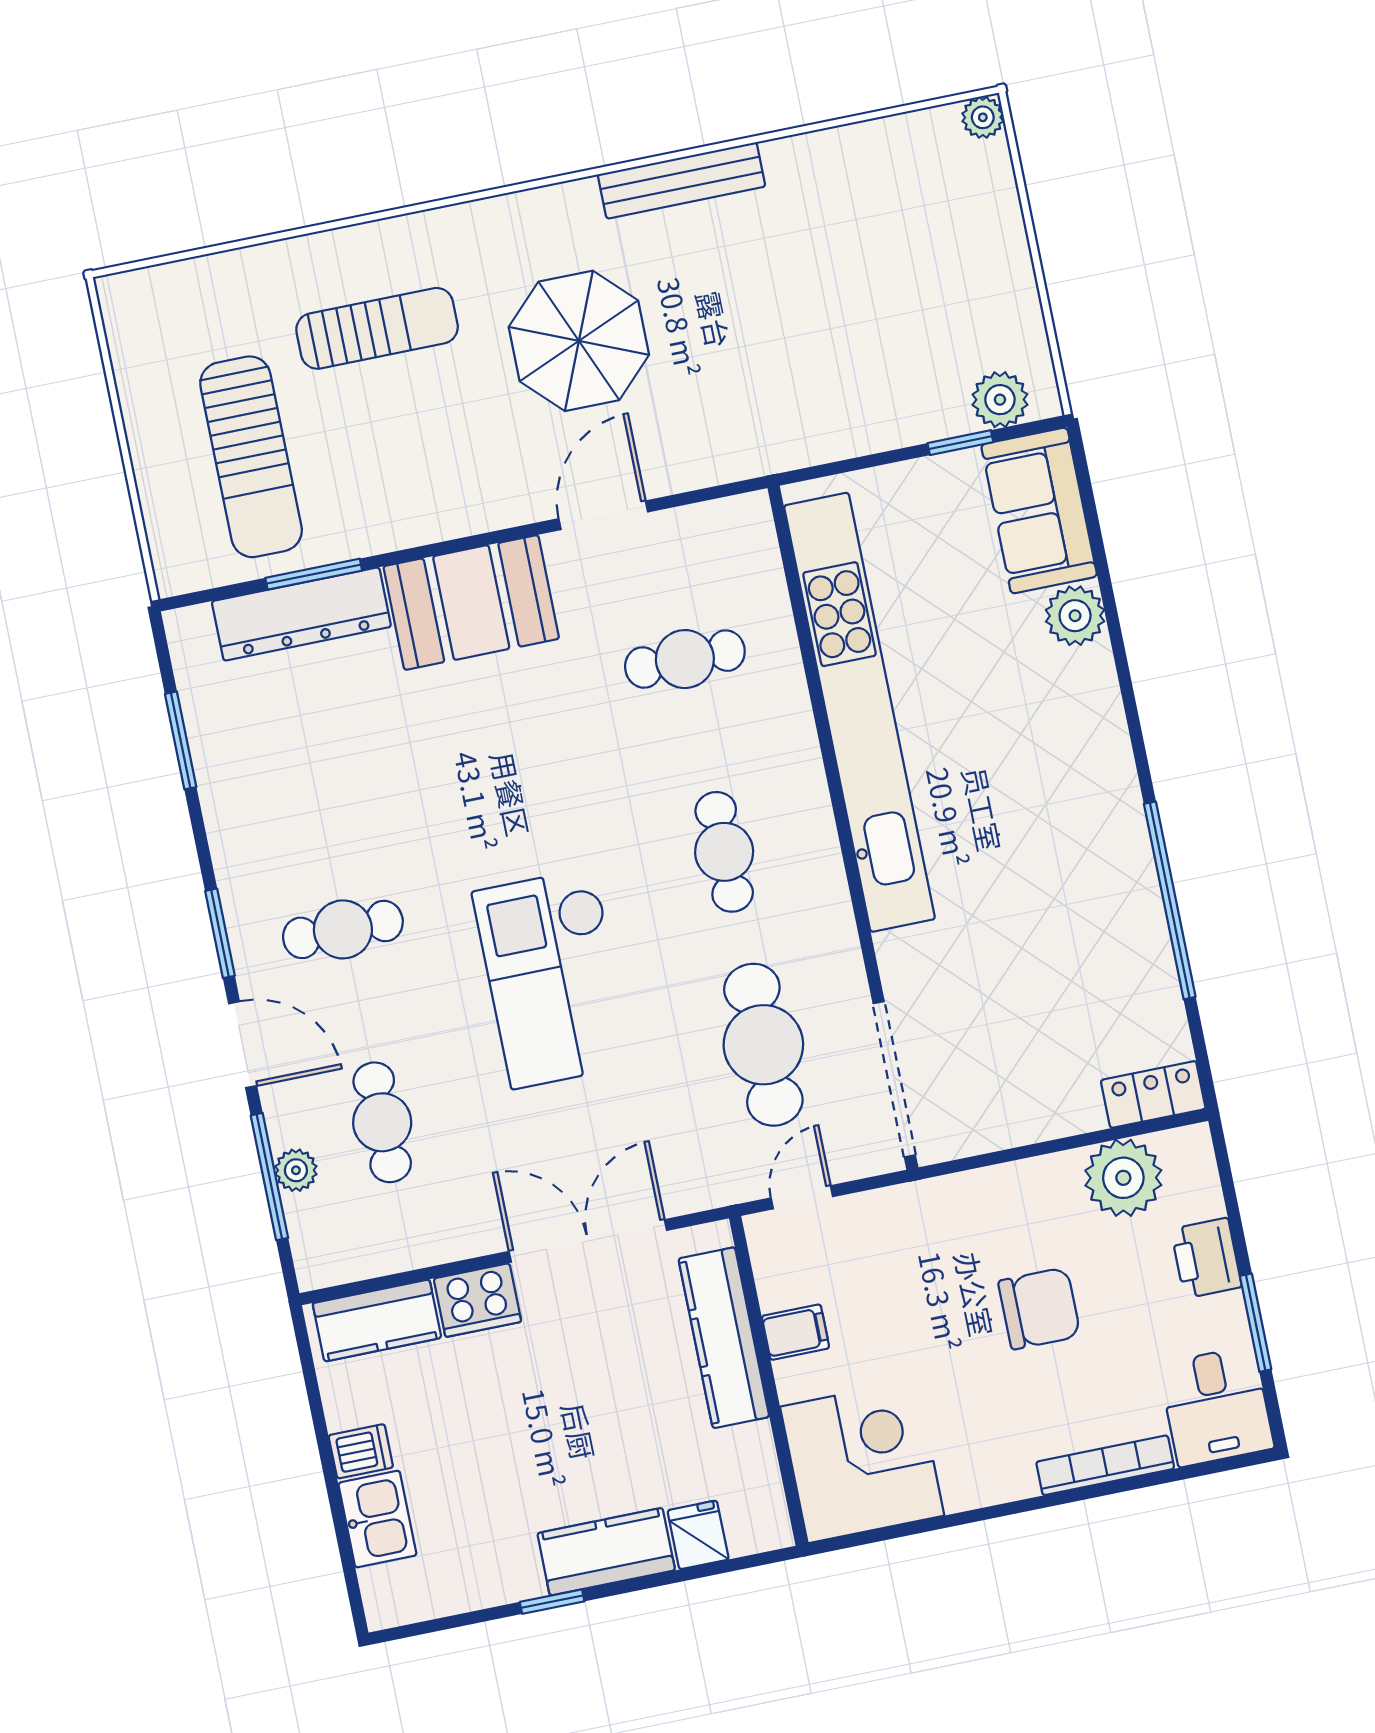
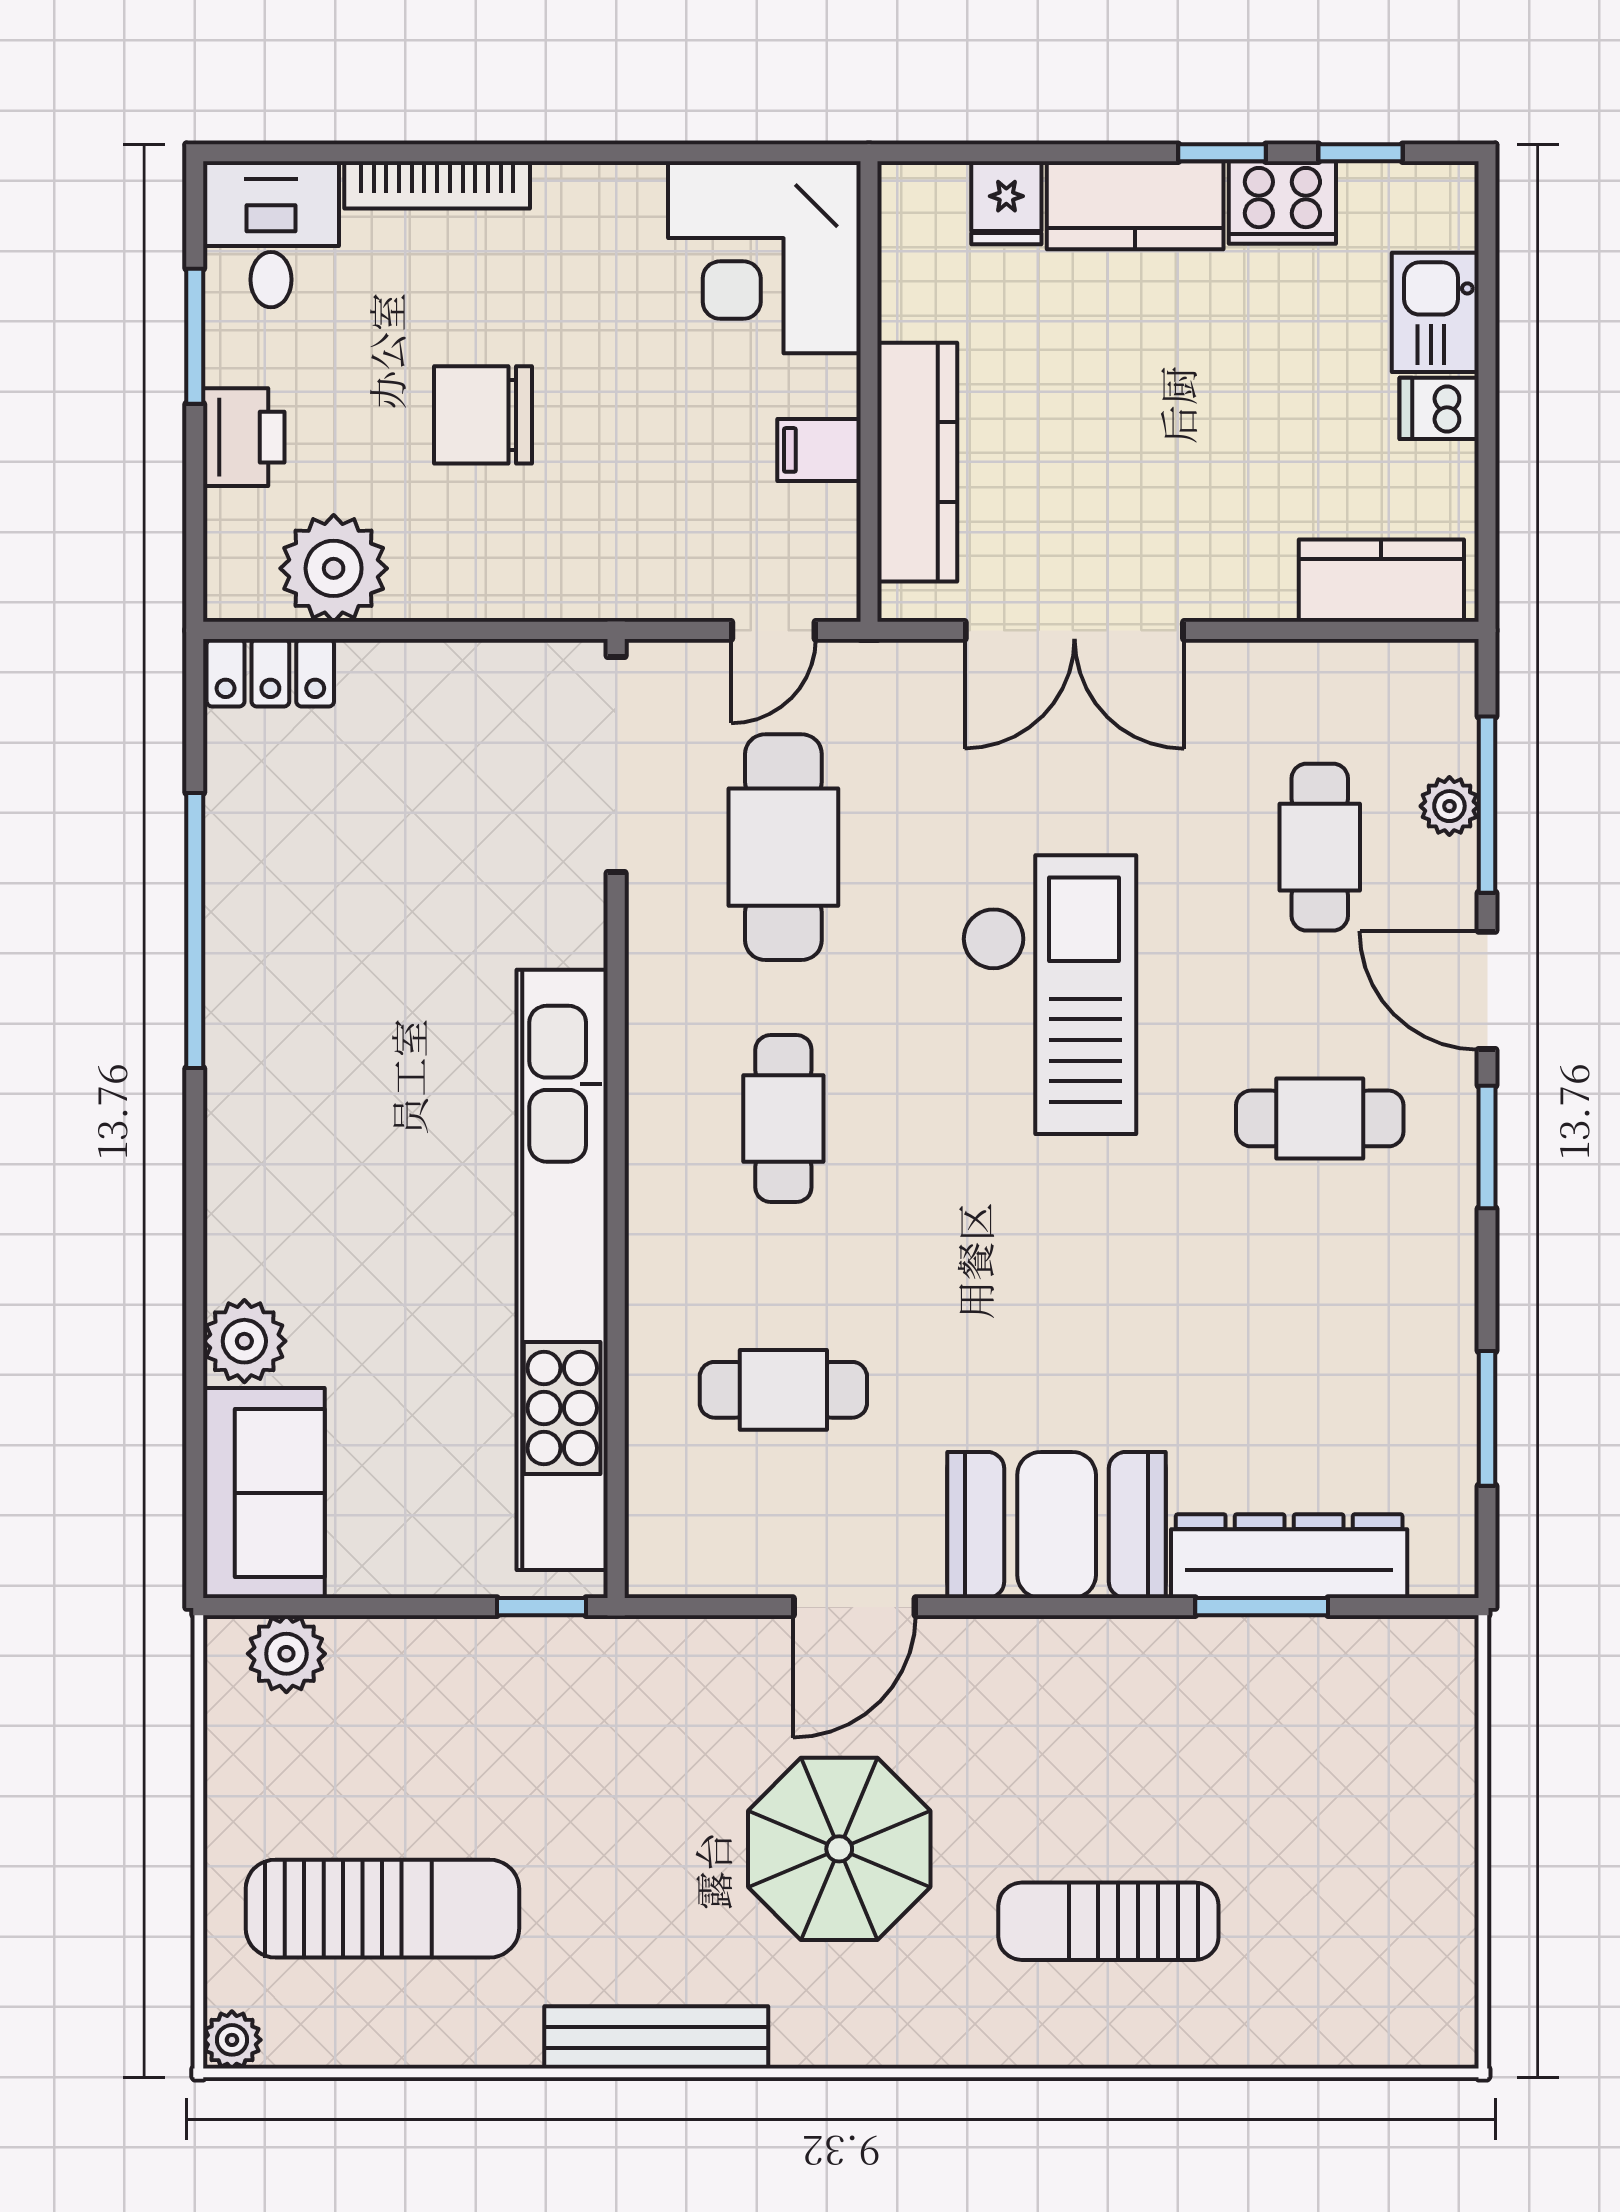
window: (960, 443) -> (541, 1607), moved
sun lounger: (251, 457) -> (382, 1909), moved, turned 90
cooker: (477, 1300) -> (1282, 203), moved, turned 180
window: (454, 1622) -> (1360, 153), added

